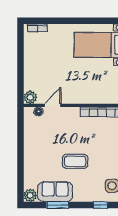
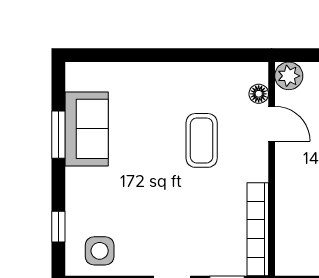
coffee table: (75, 161) -> (202, 140), moved
plant: (30, 195) -> (79, 76), removed

